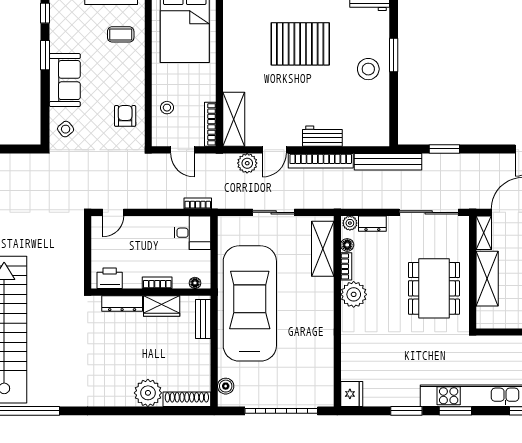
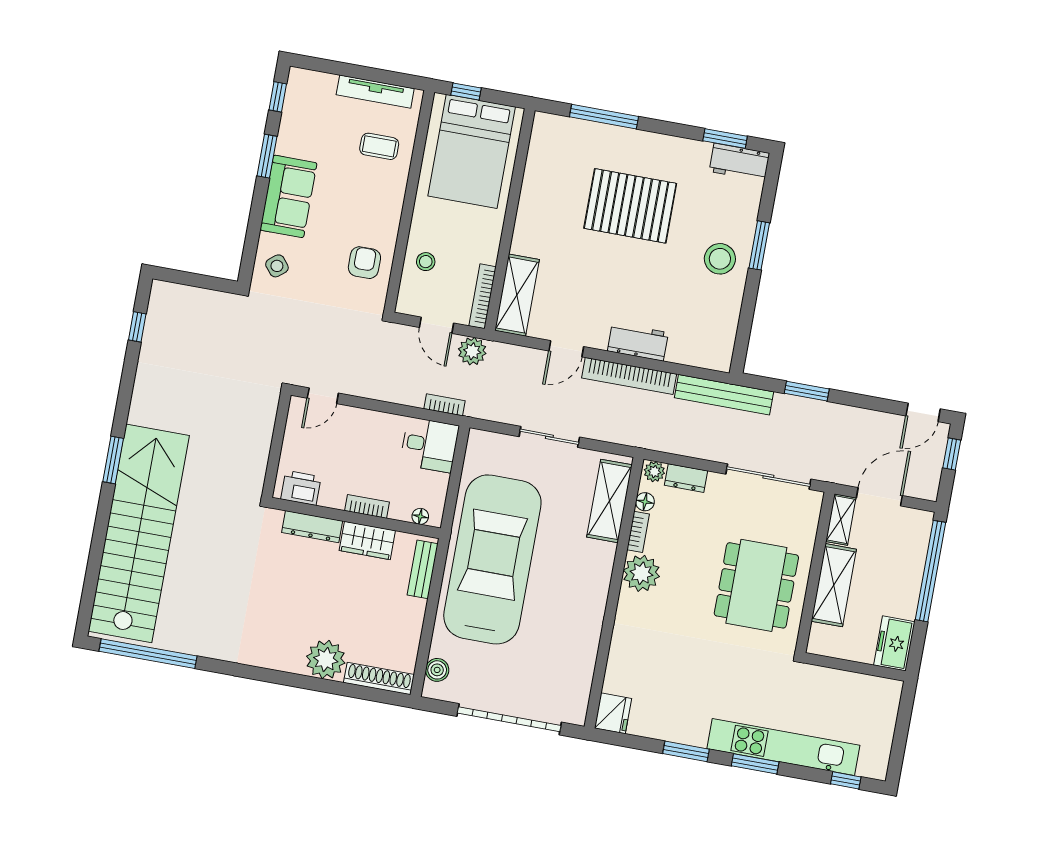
plant: (247, 163) -> (472, 351), moved

